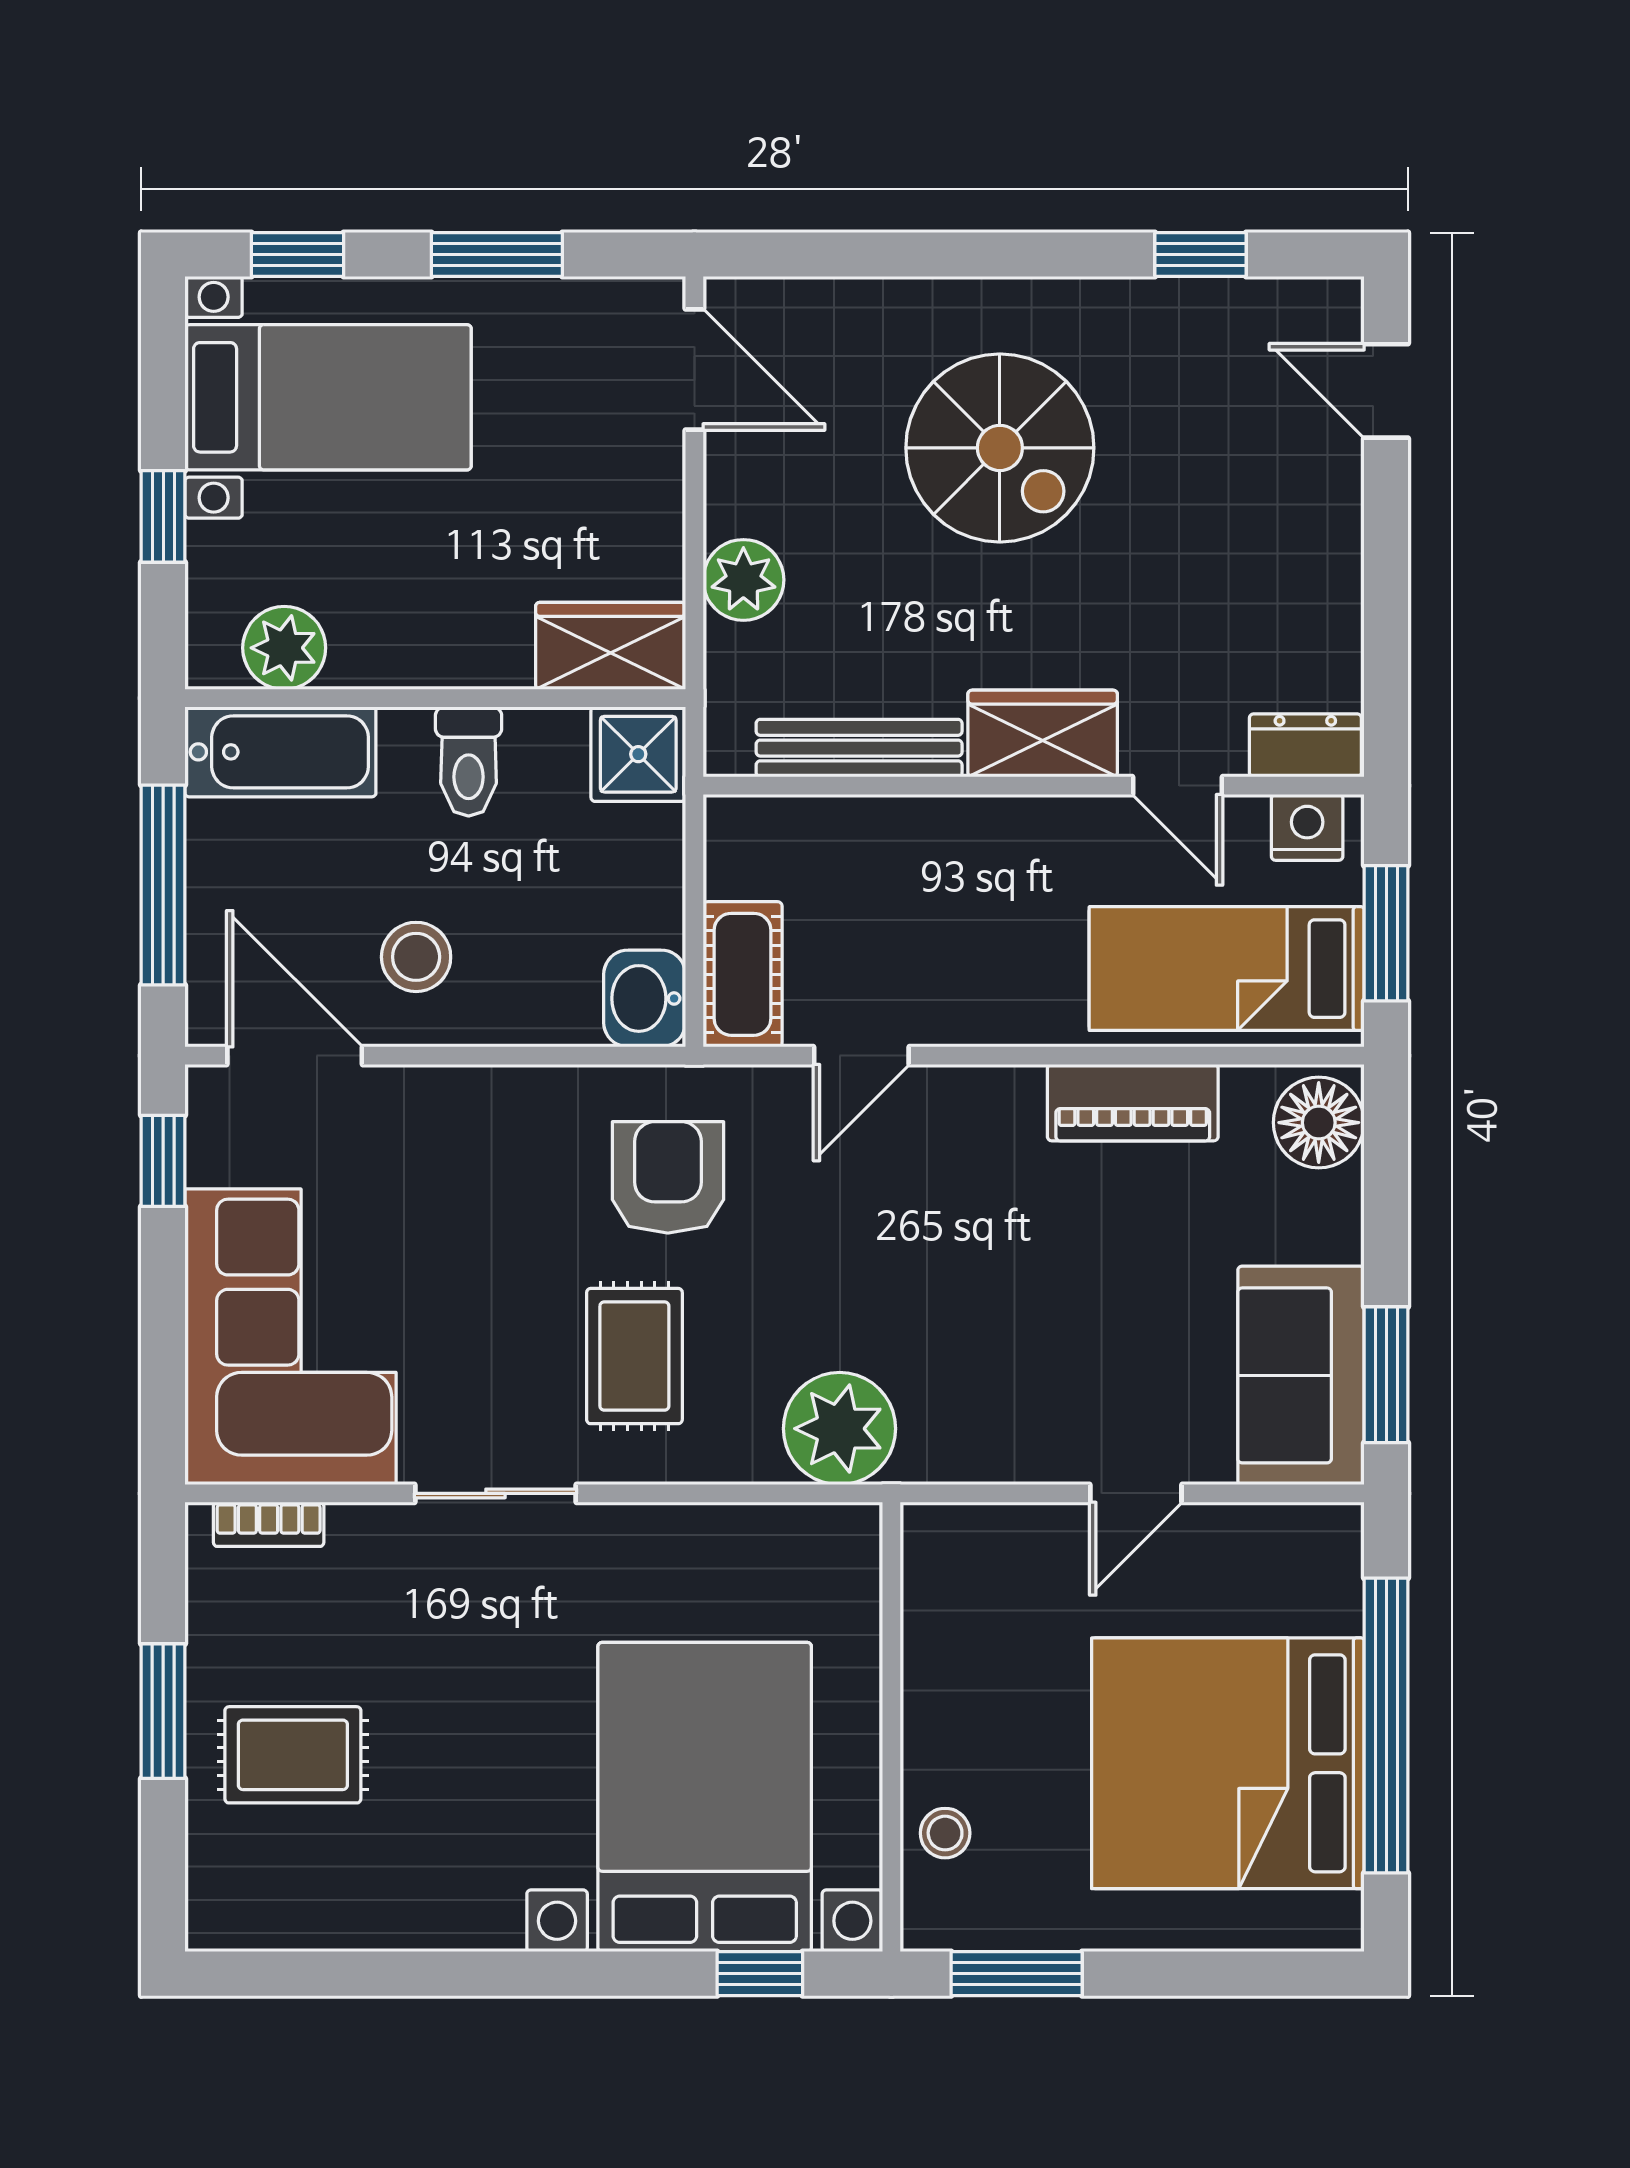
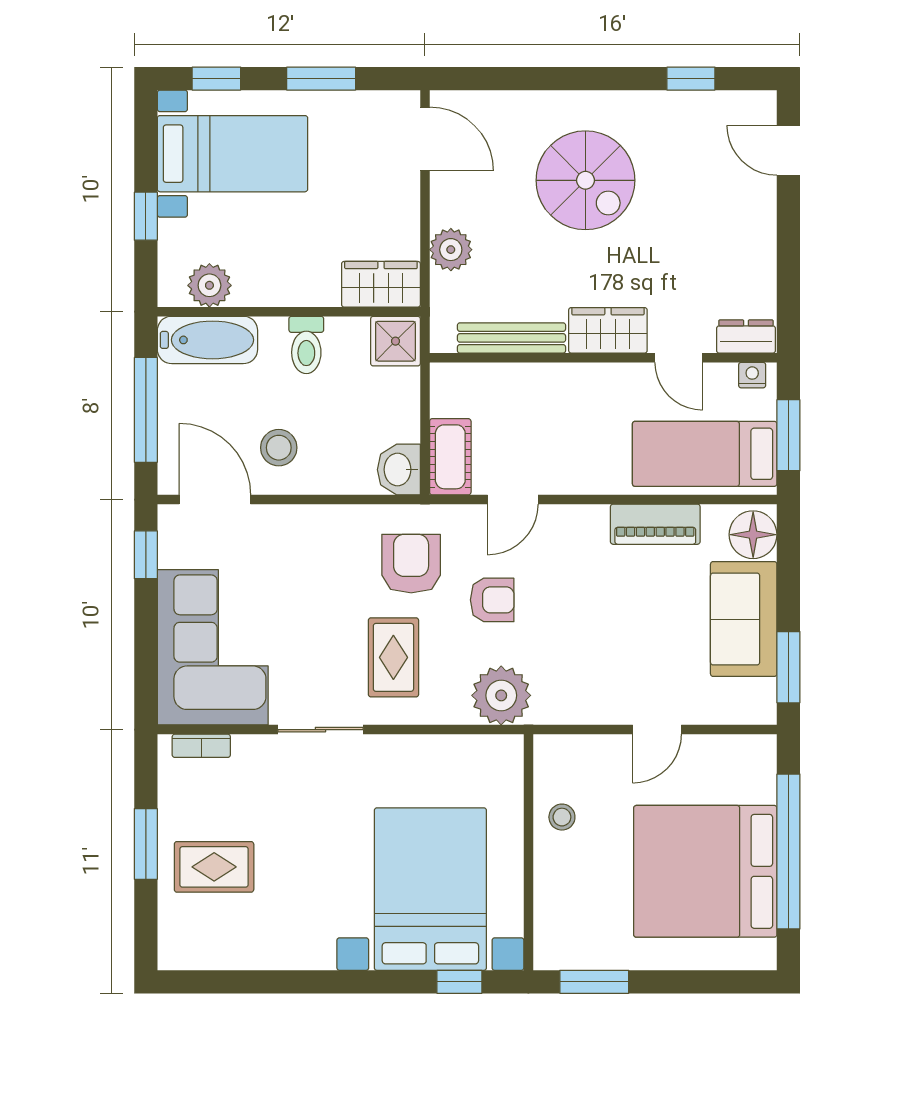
nightstand: (1307, 827) -> (752, 375), width x0.72, depth x0.74
armchair: (822, 1247) -> (492, 600), added
sofa: (1301, 1375) -> (744, 619), moved
stool: (945, 1833) -> (562, 817), moved

